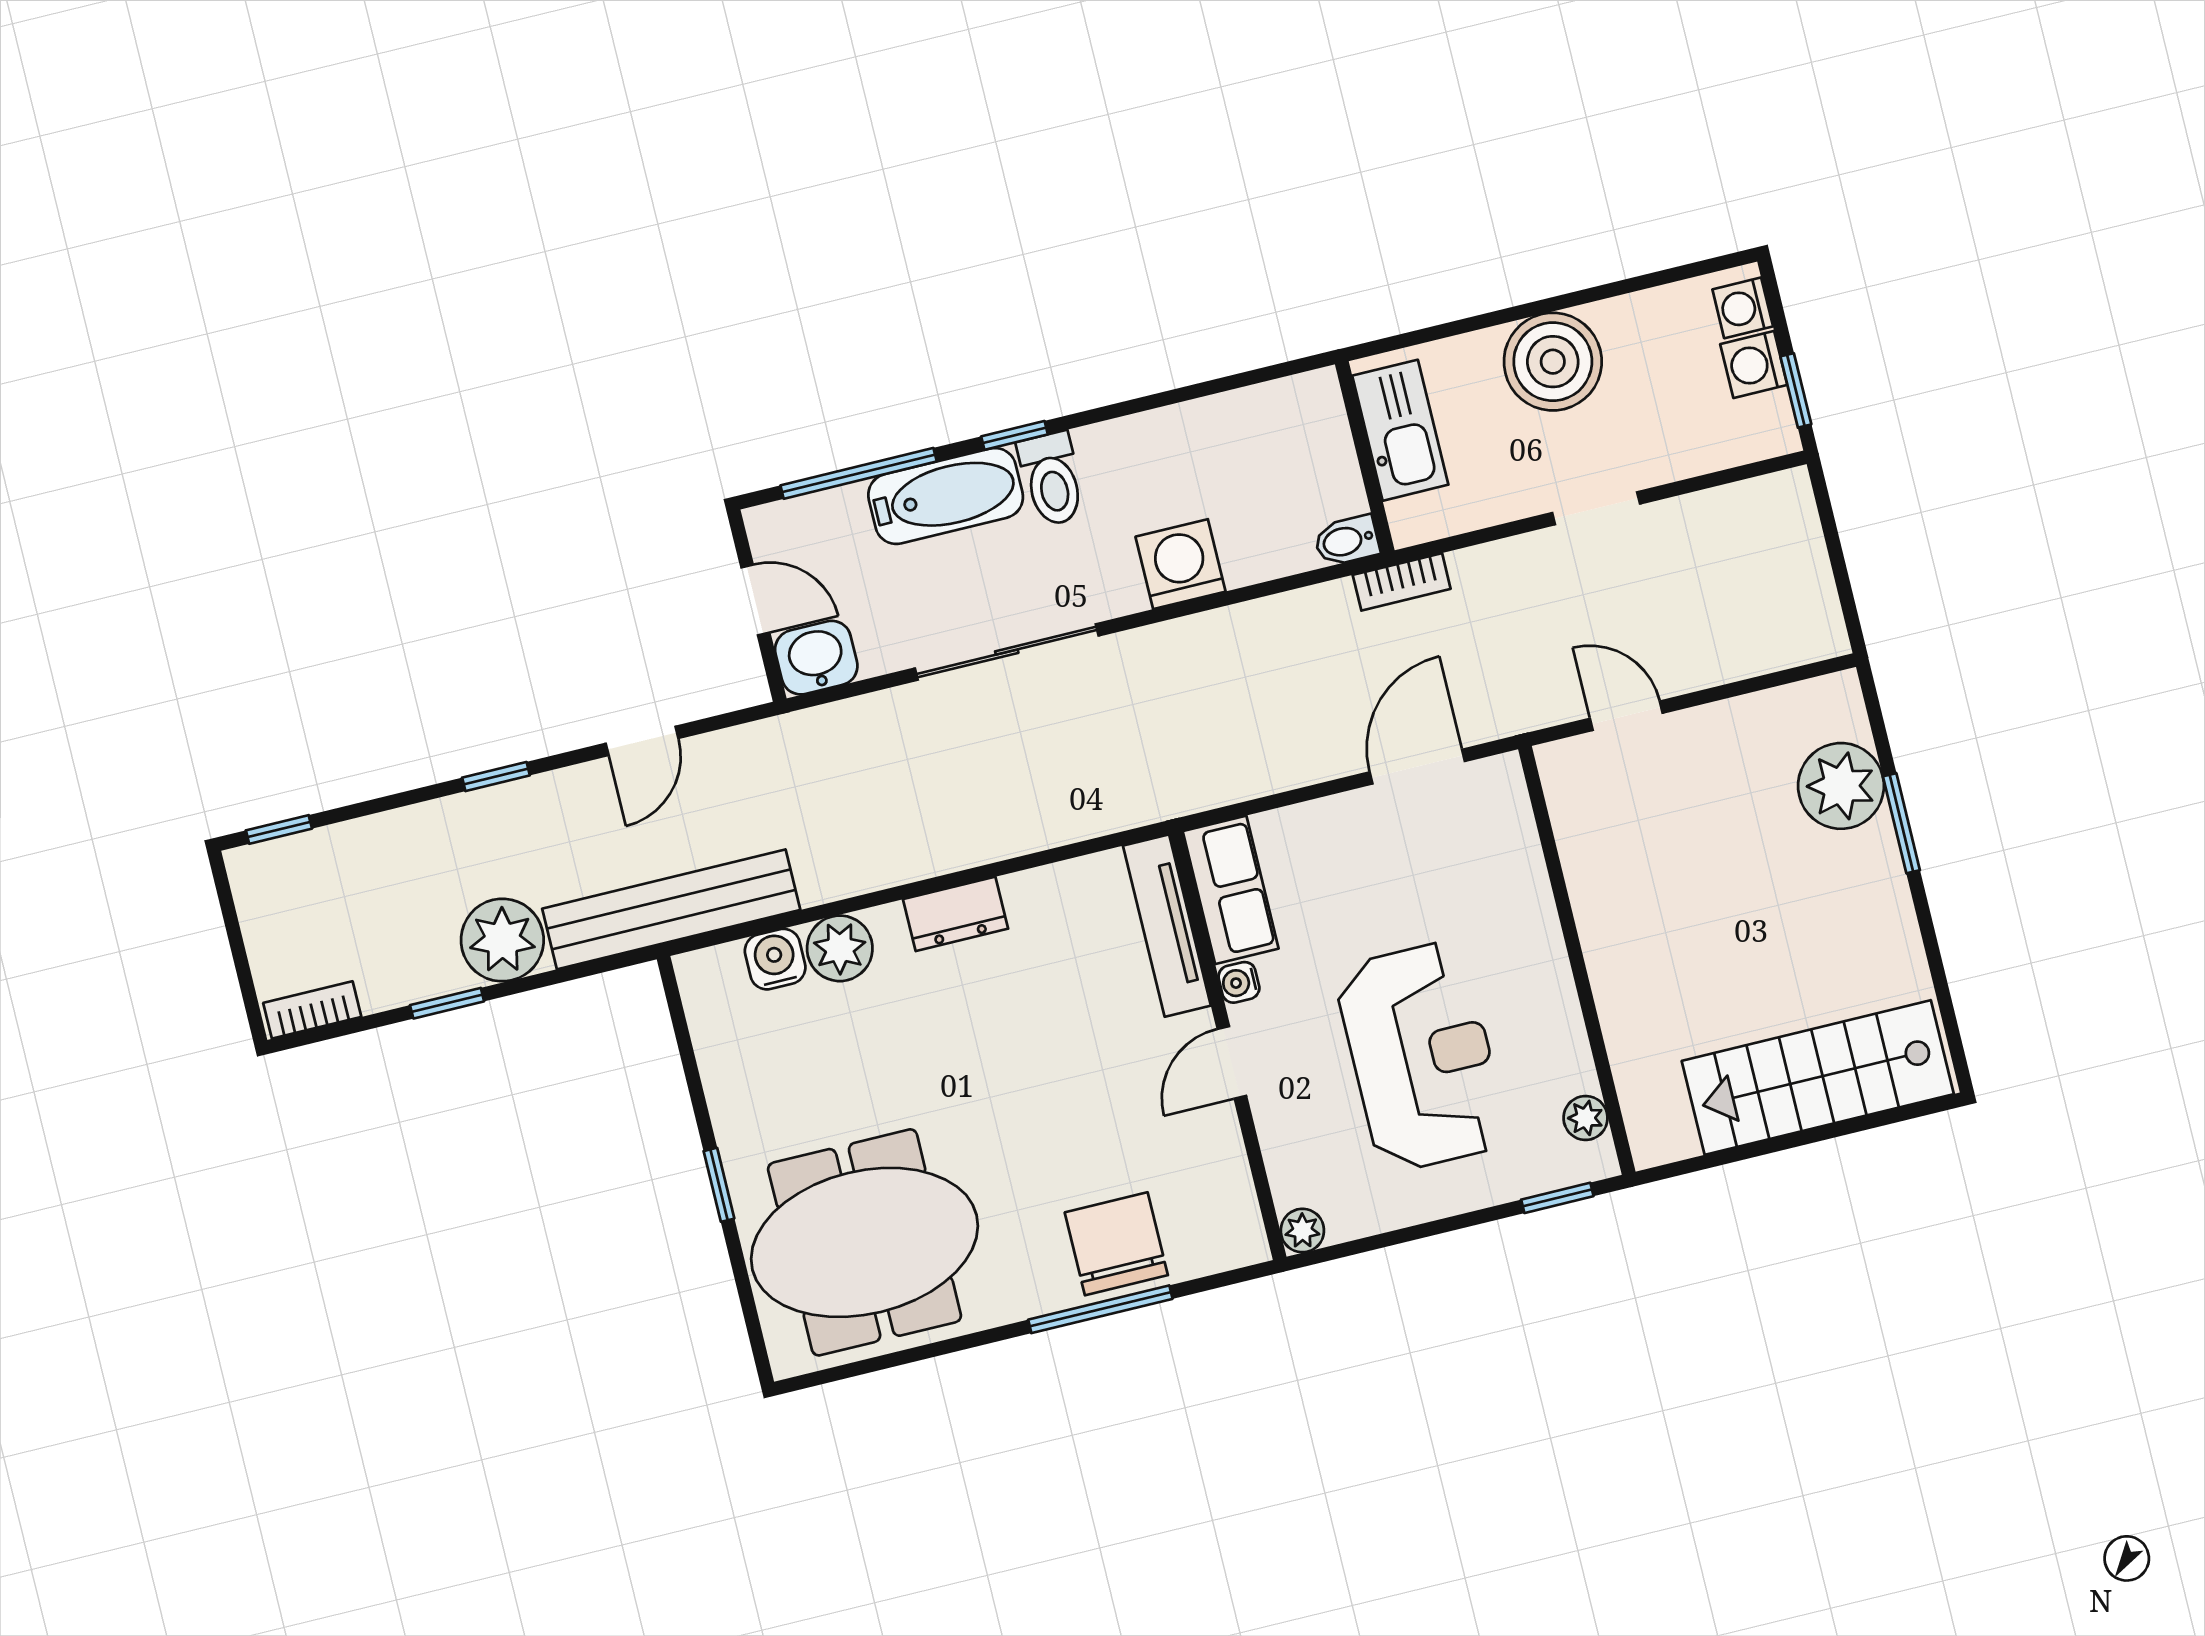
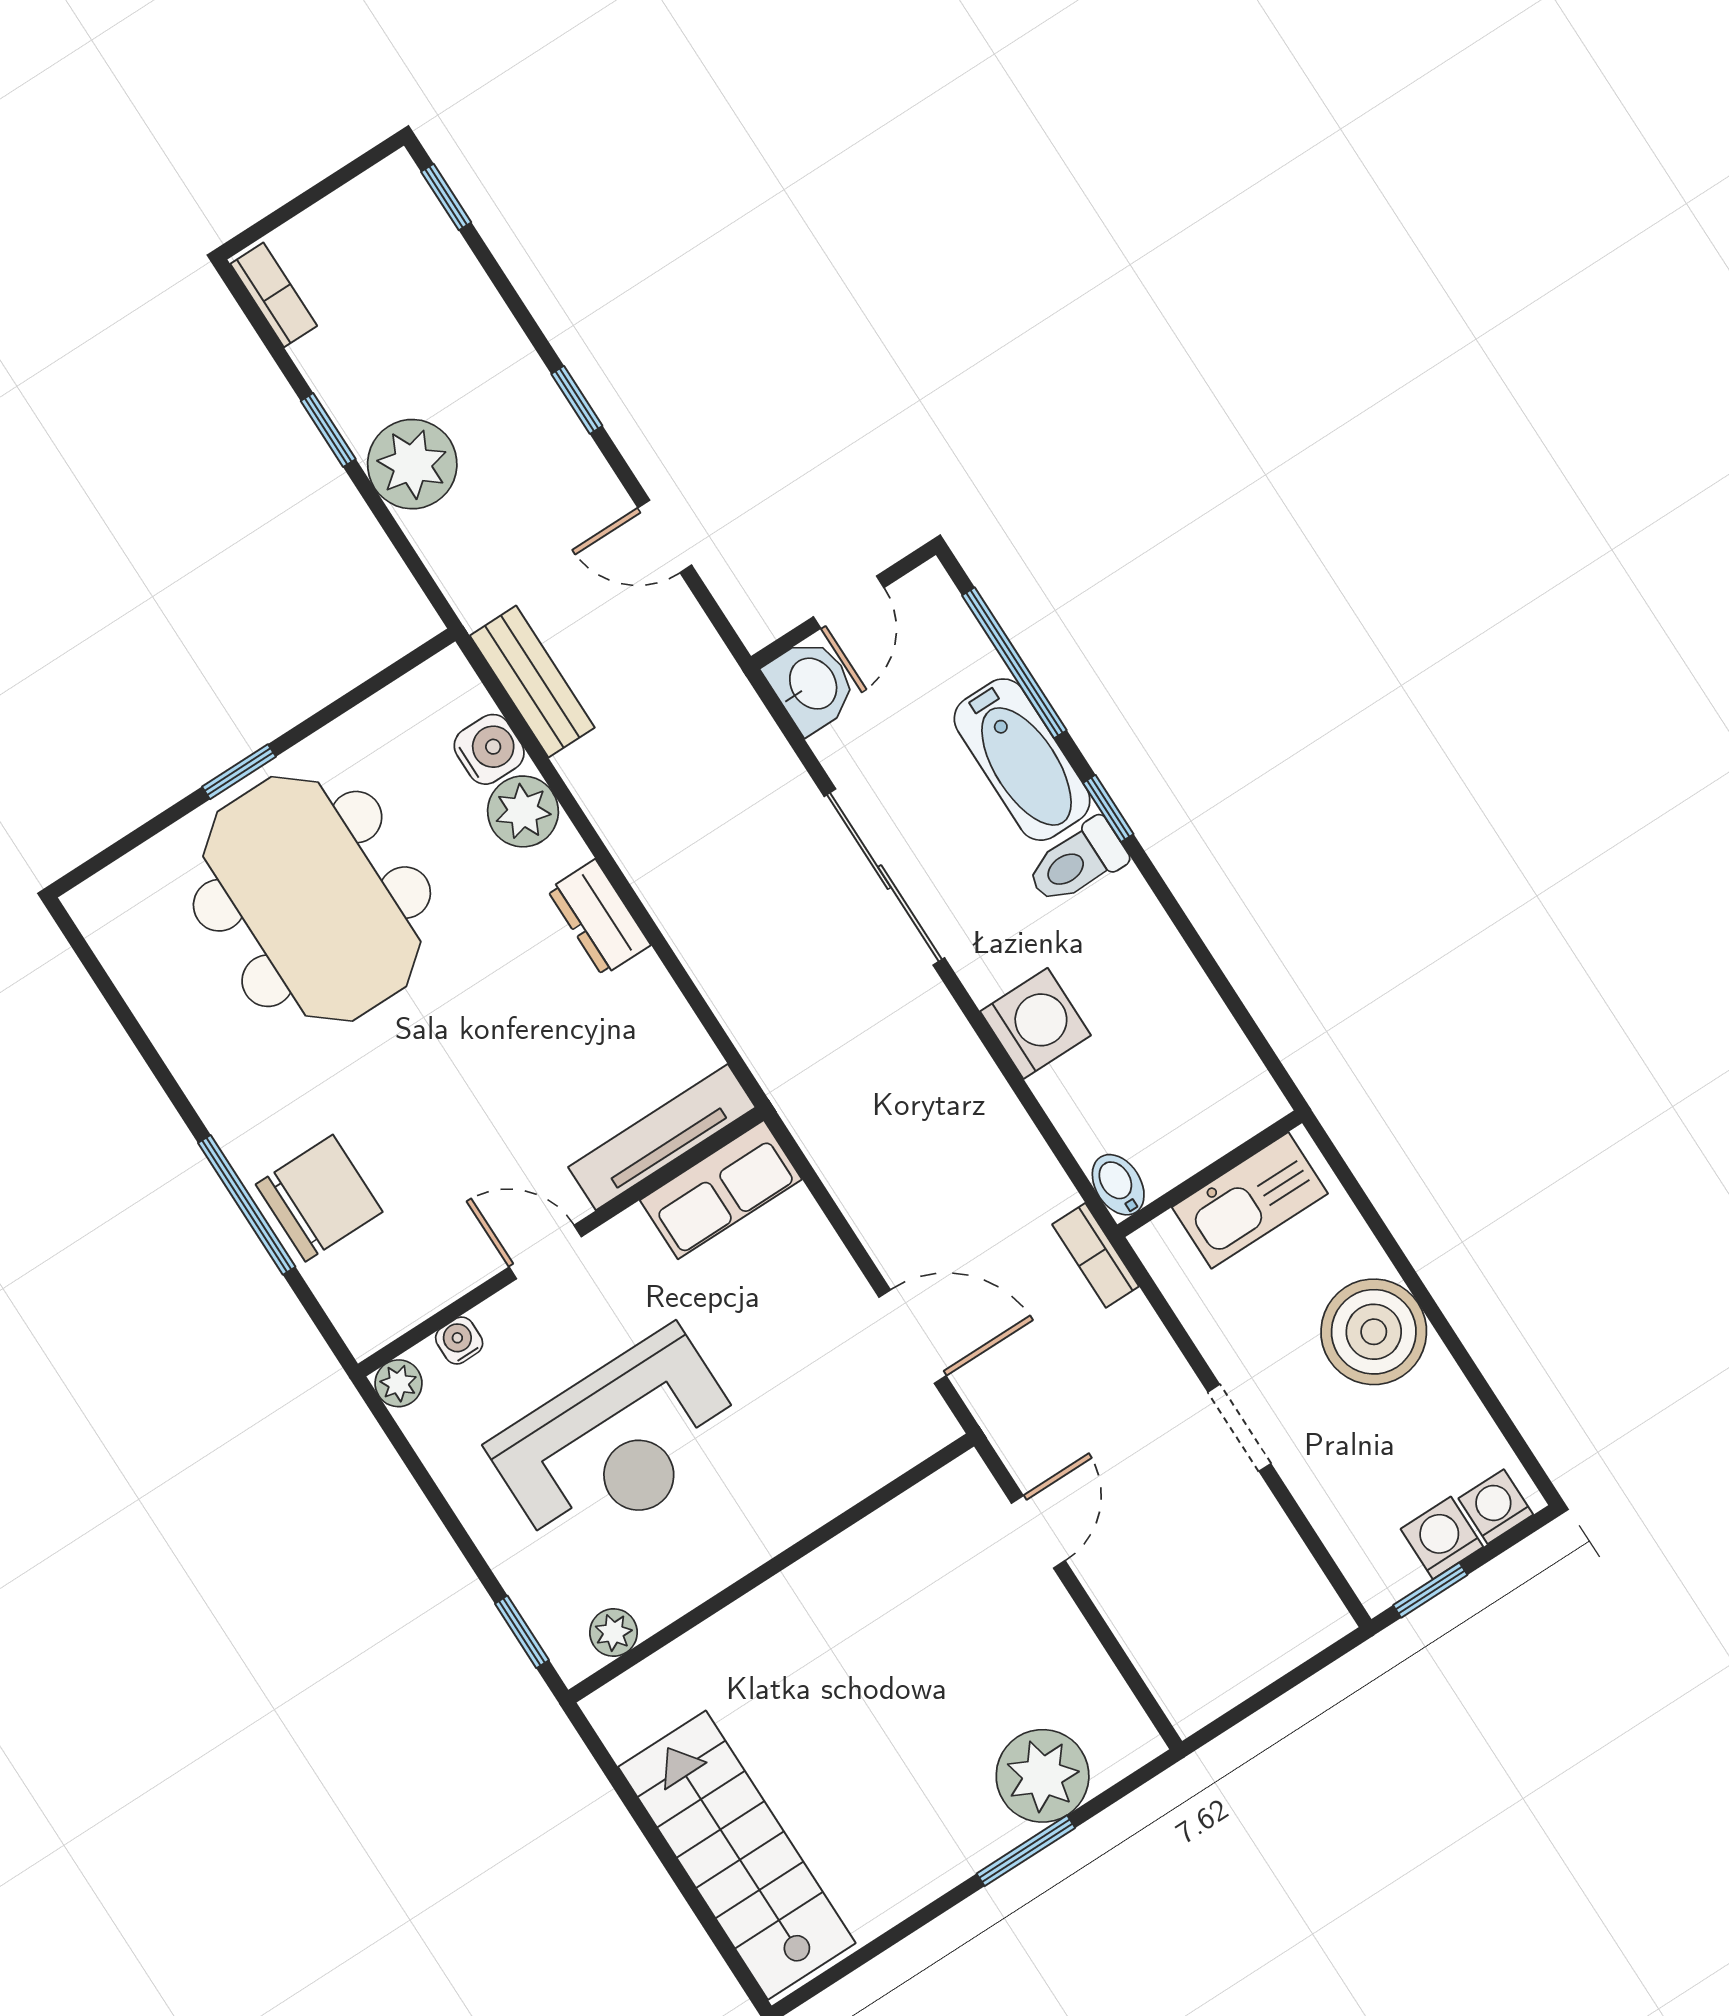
bench: (671, 909) -> (532, 682), width x0.54, depth x0.82
water cooler: (1239, 982) -> (459, 1341), moved
meeting table: (865, 1242) -> (312, 899), moved

